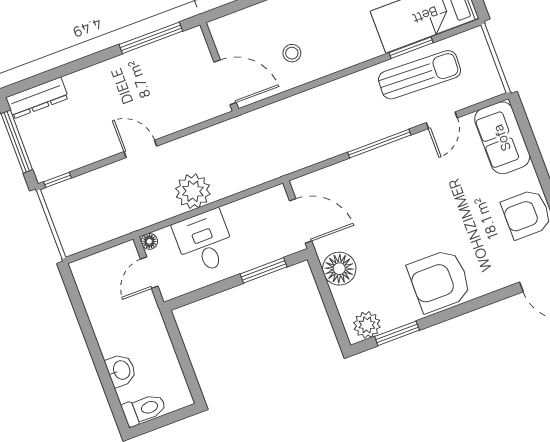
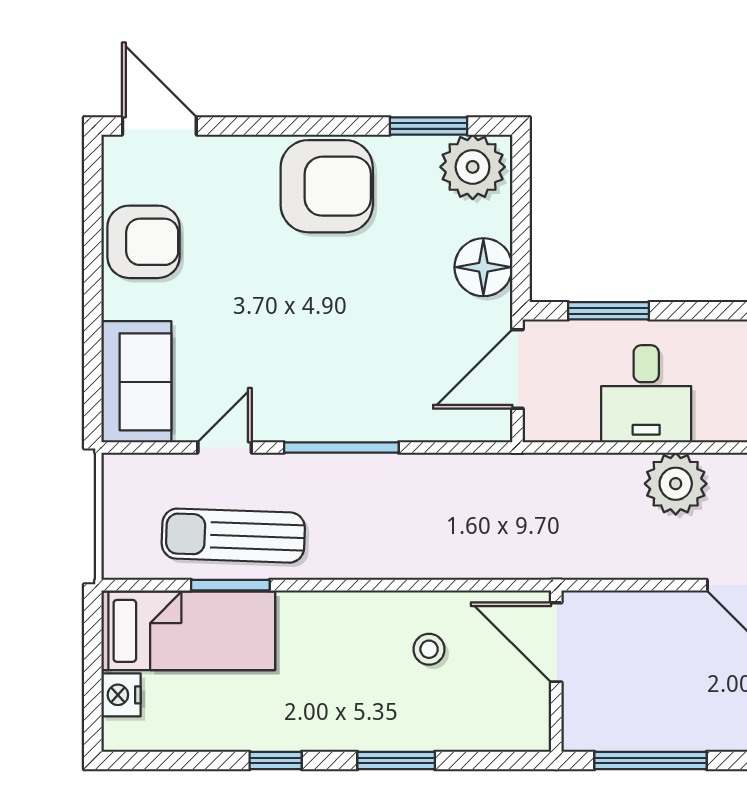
door: (301, 221) -> (518, 369), hinge flipped
desk: (204, 242) -> (646, 394), moved
plant: (367, 325) -> (473, 167), width x1.36, depth x1.36

